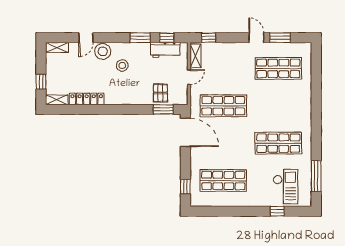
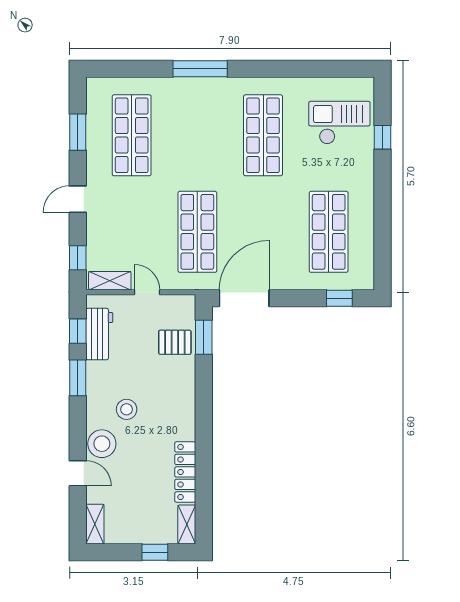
door: (256, 38) -> (78, 199), moved
window: (316, 176) -> (200, 69), moved

